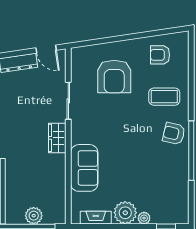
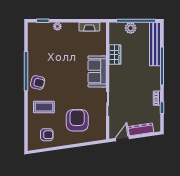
door: (46, 49) -> (122, 139), hinge flipped
wardrobe: (57, 138) -> (115, 55), moved
sofa: (84, 168) -> (97, 71), moved
plant: (125, 213) -> (70, 30), removed

